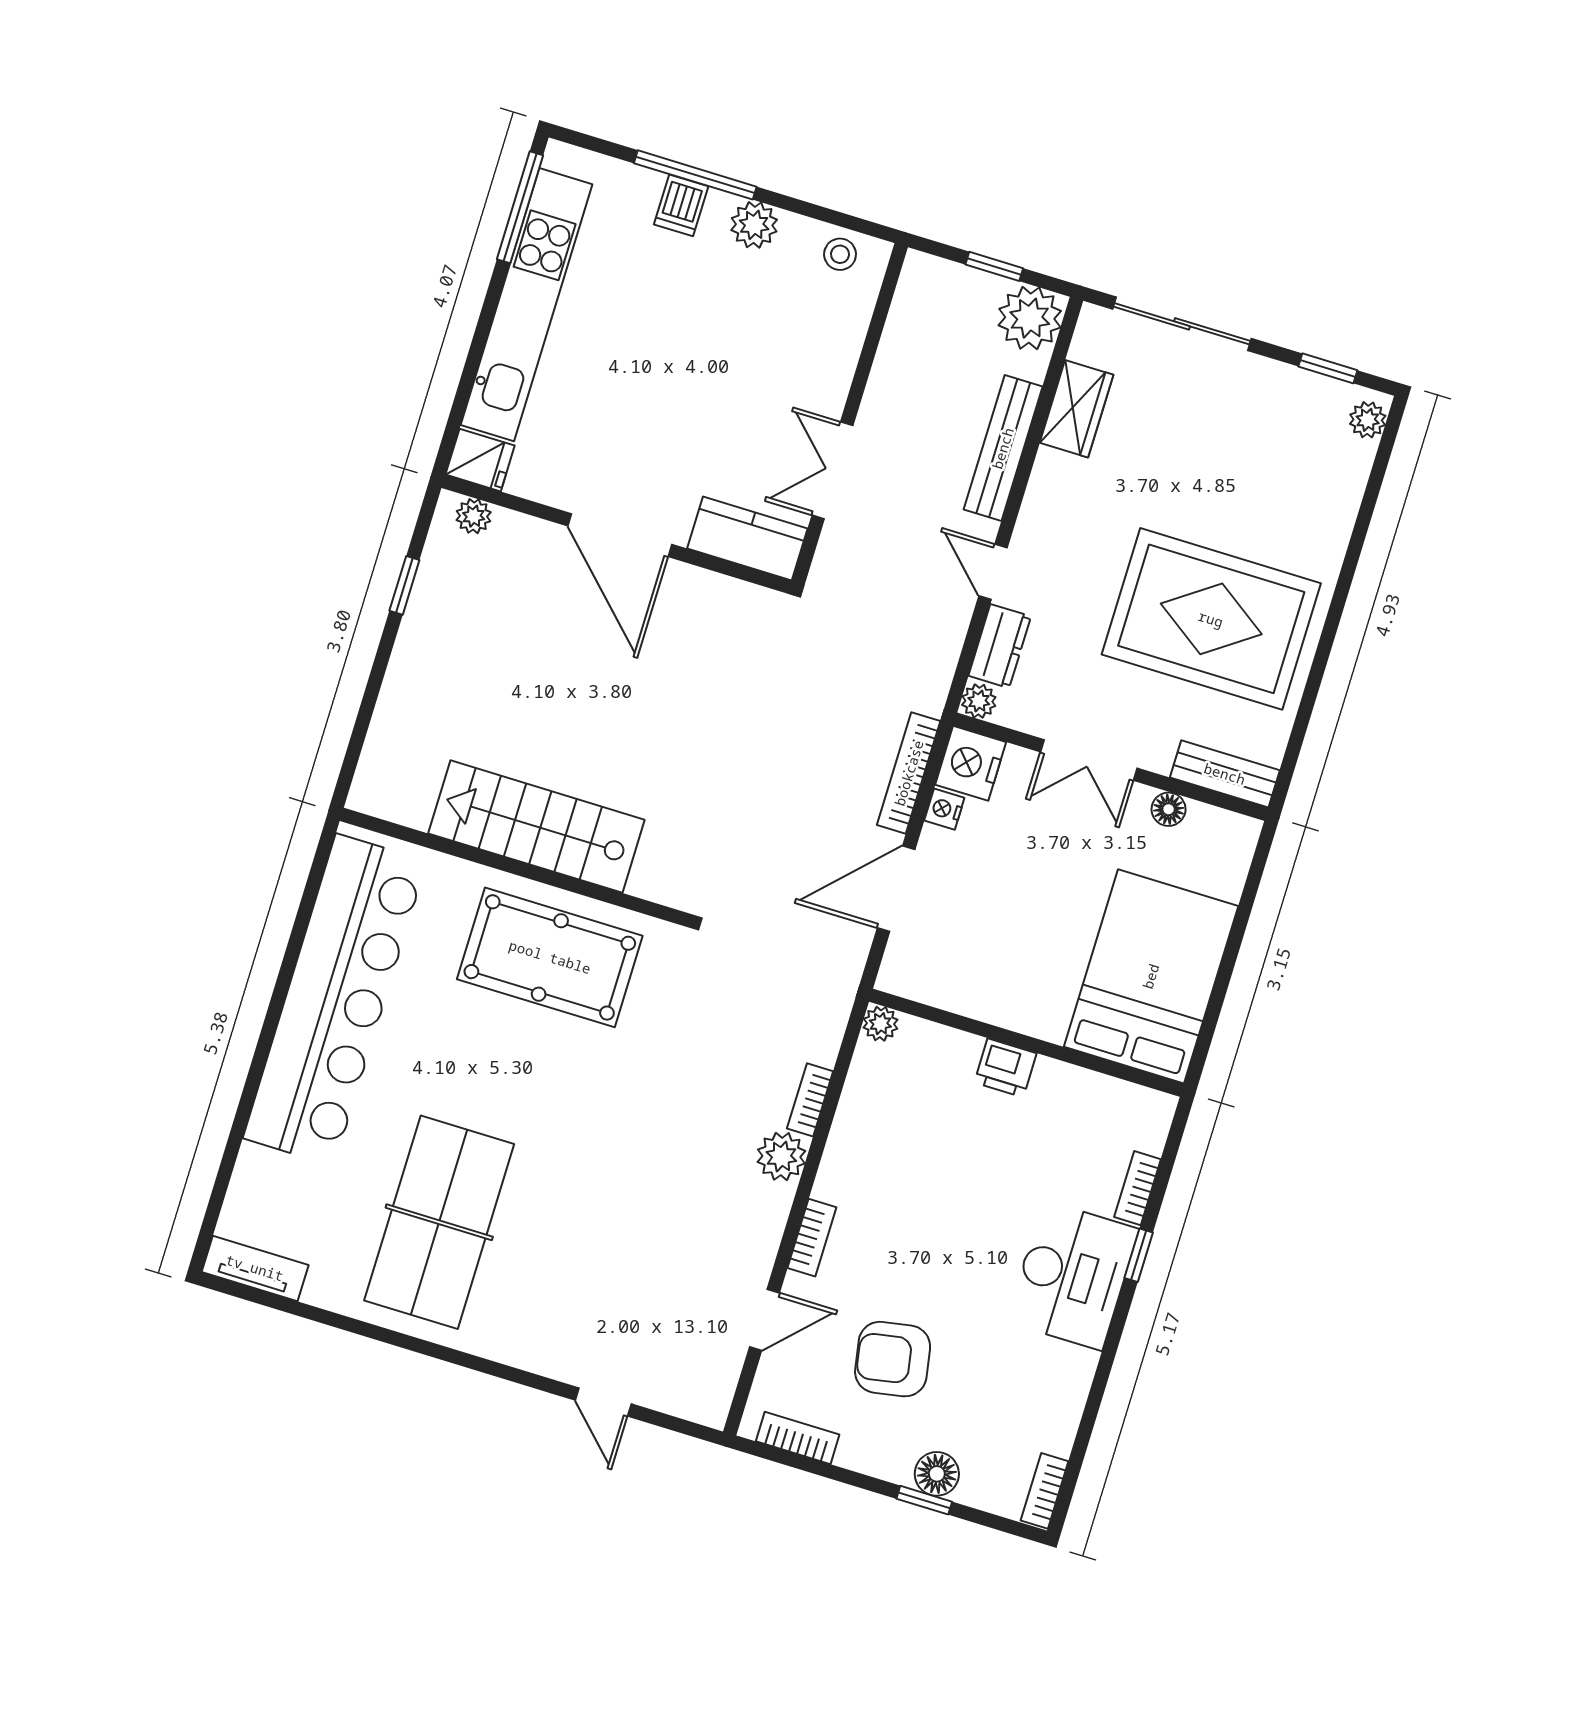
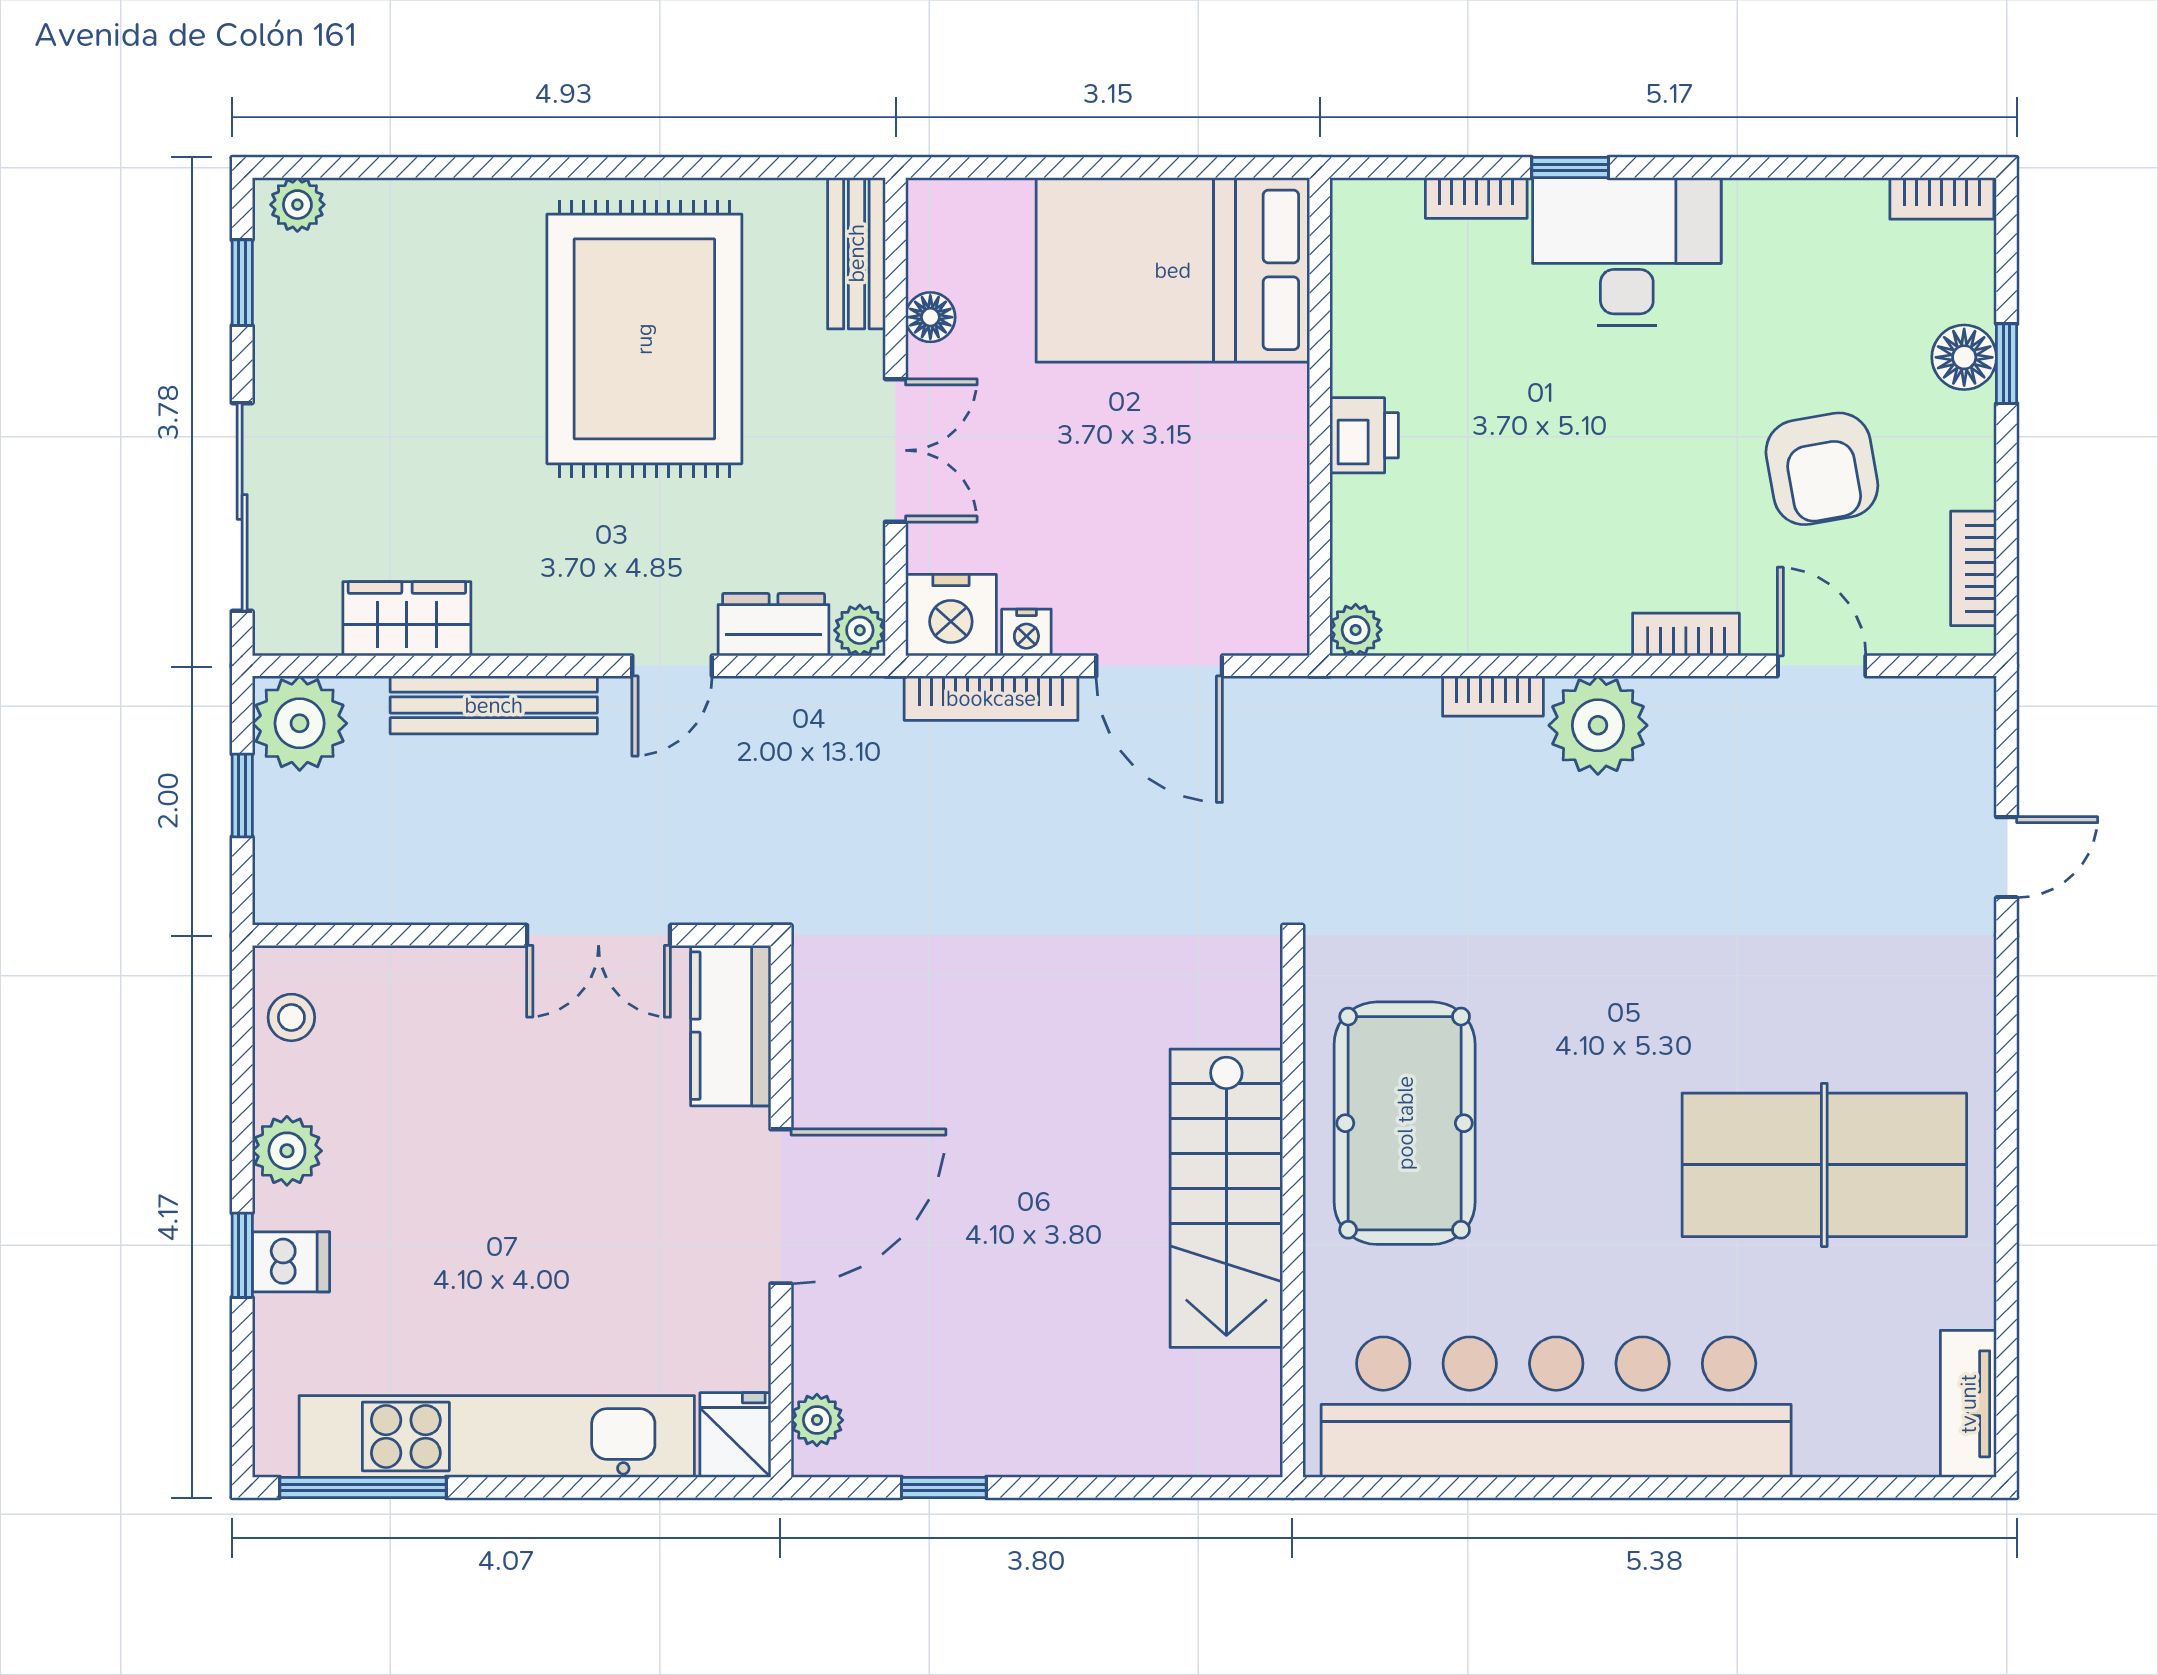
window: (695, 175) -> (242, 1255), width x0.46
plant: (781, 1156) -> (1598, 725), width x1.36, depth x1.36

